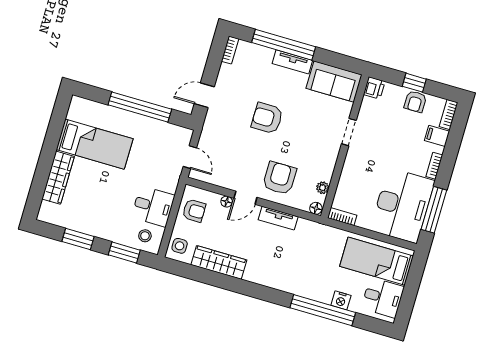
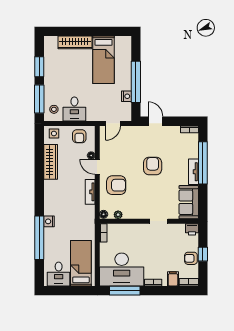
nightstand: (156, 126) -> (126, 96), added
window: (124, 252) -> (39, 99), width x1.44
nightstand: (341, 300) -> (49, 221), moved

